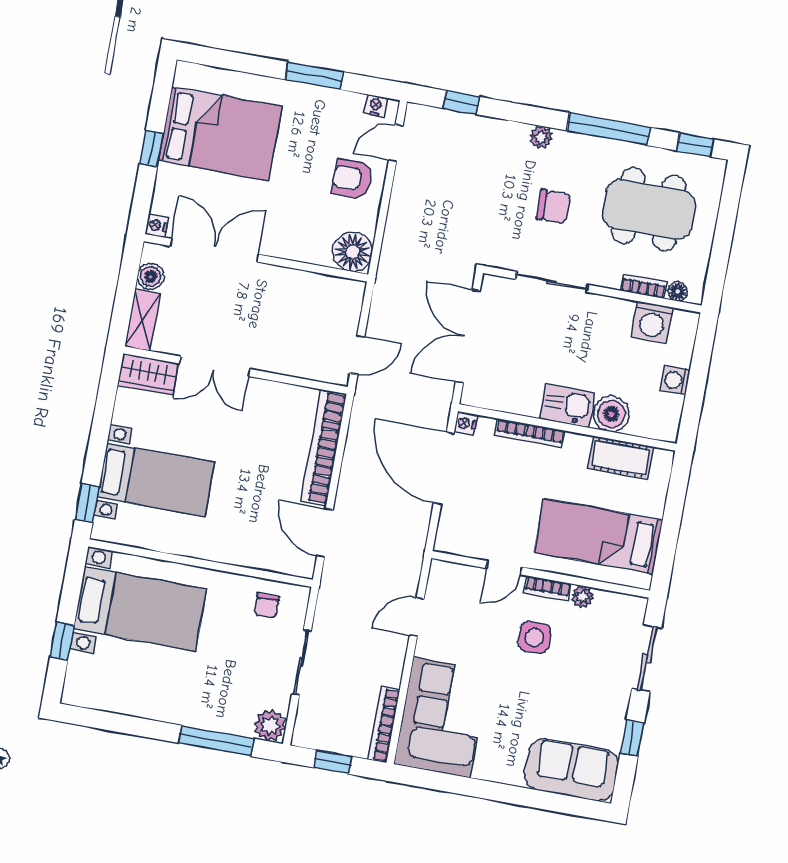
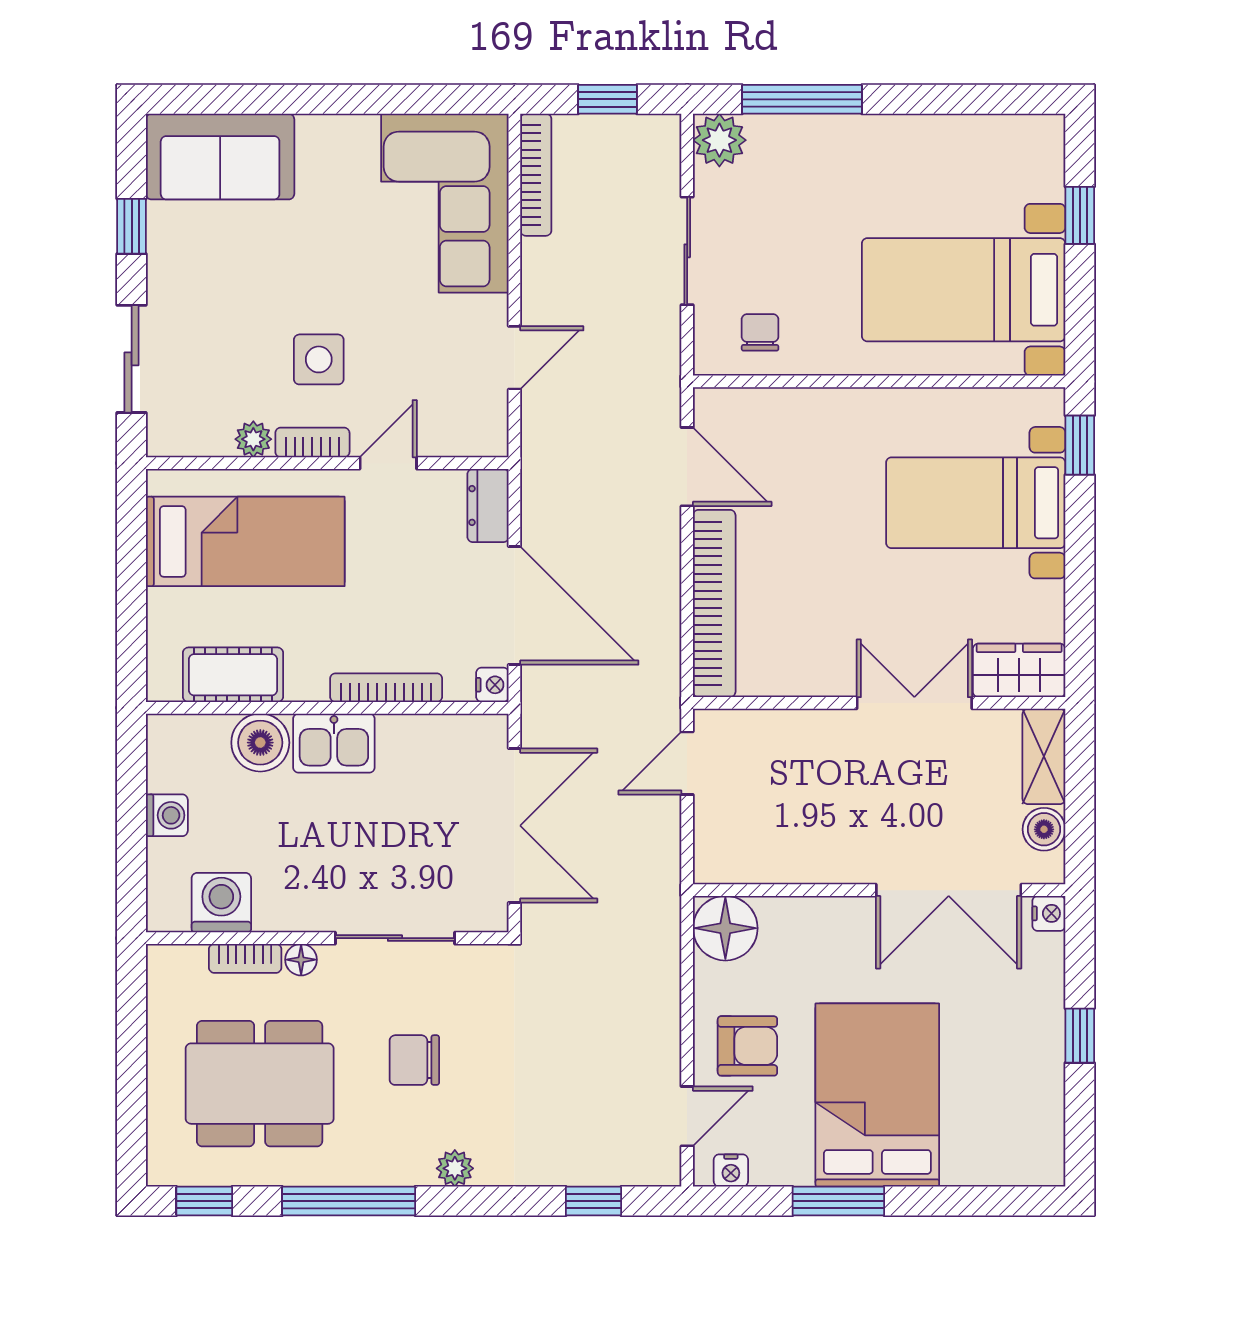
bed: (220, 134) -> (877, 1095), moved, turned 90
floor lamp: (678, 291) -> (301, 960), moved
dresser: (449, 531) -> (488, 505), added

